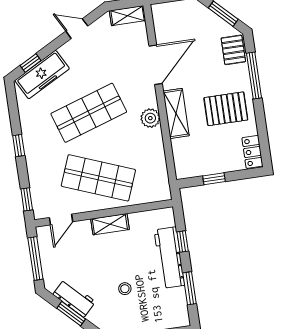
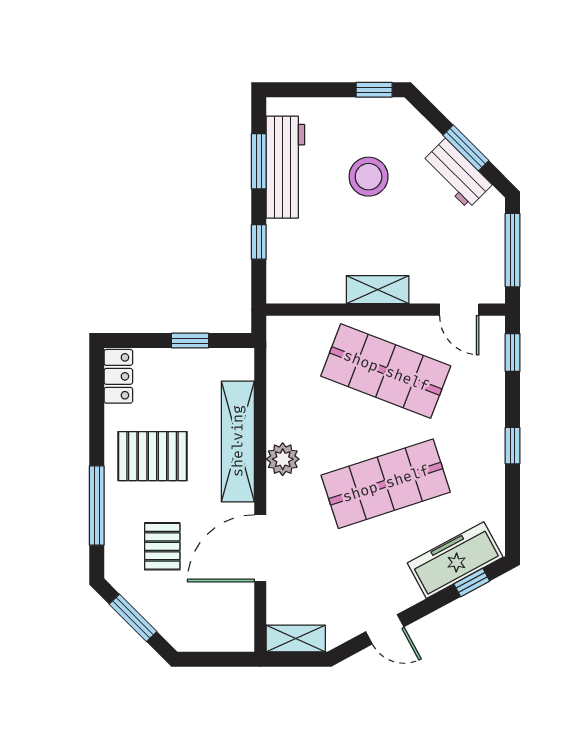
pallet: (233, 50) -> (162, 546), moved
shelving: (176, 113) -> (238, 441), width x1.47
door: (61, 220) -> (459, 310), swing flipped
workbench: (169, 258) -> (285, 167), moved
stool: (125, 289) -> (369, 177), width x1.89, depth x1.89

